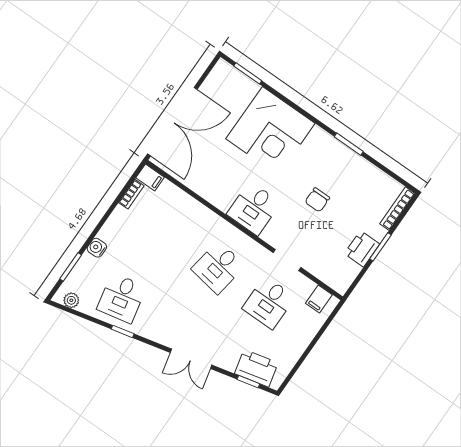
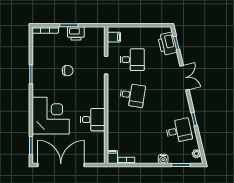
double door: (172, 122) -> (61, 165), moved
desk: (254, 208) -> (93, 120), moved

